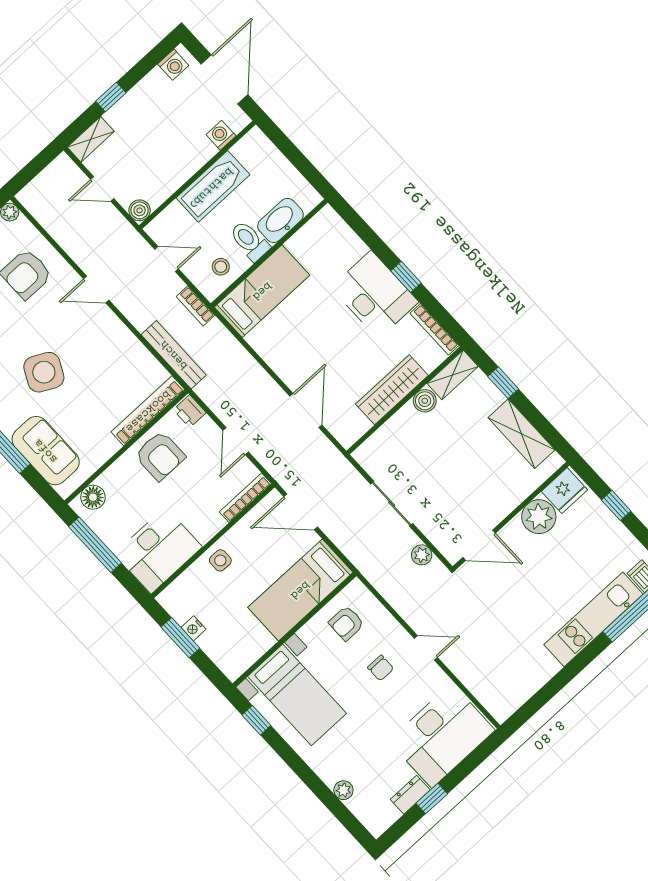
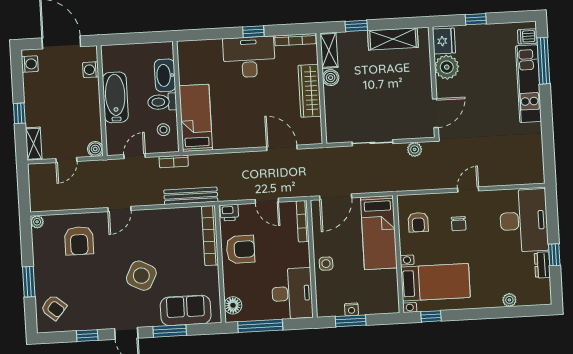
chair: (381, 668) -> (459, 224), turned 90

